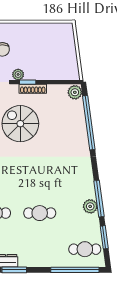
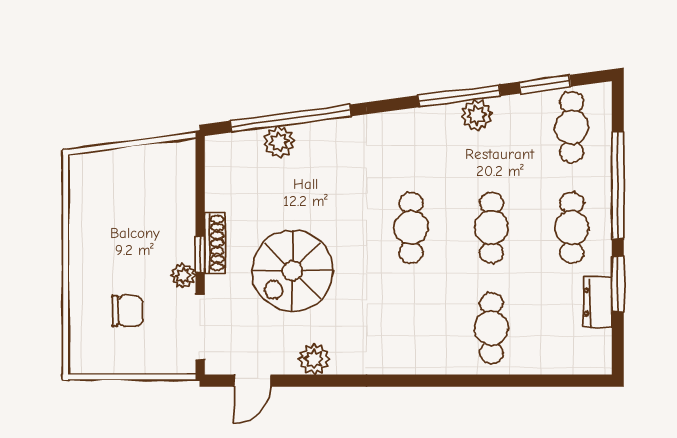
plant: (75, 92) -> (279, 142), moved
cafe table: (40, 177) -> (411, 228), added
cafe table: (40, 249) -> (572, 228), added
window: (75, 270) -> (618, 185), moved

